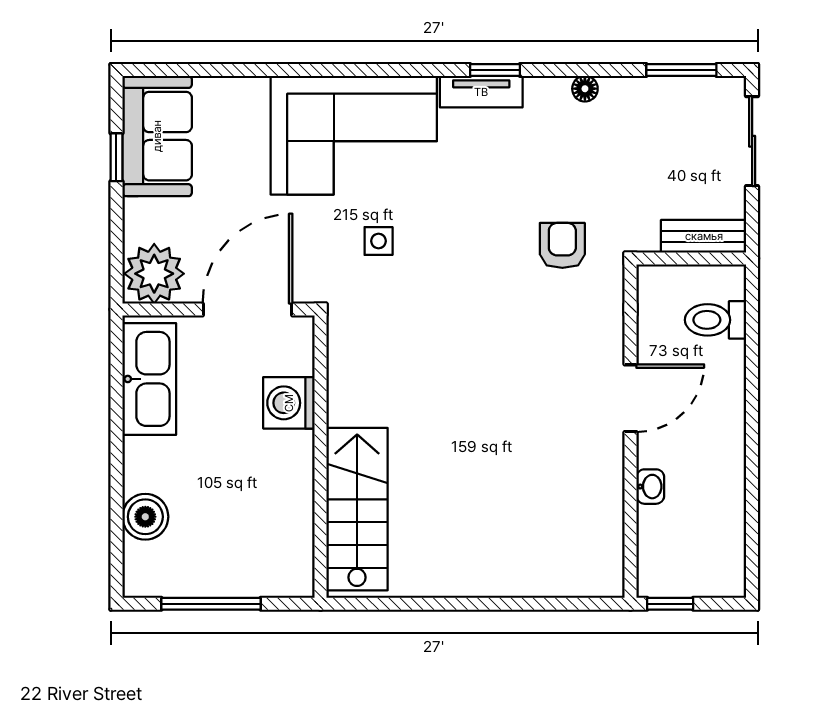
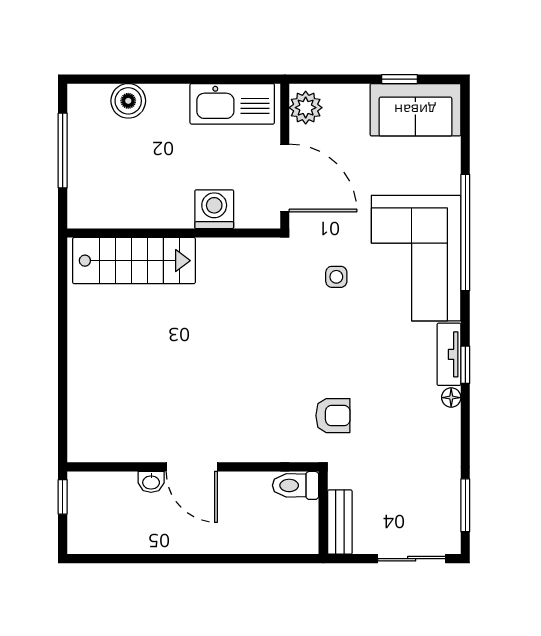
window: (320, 70) -> (465, 233), added
floor lamp: (585, 89) -> (451, 398), moved
plant: (154, 274) -> (306, 108), width x0.73, depth x0.73
toilet: (716, 320) -> (296, 485), moved, turned -90
door: (630, 398) -> (192, 467), moved

